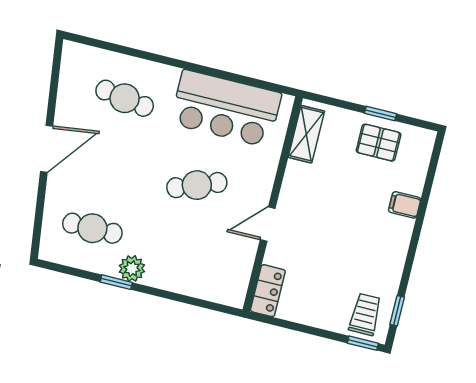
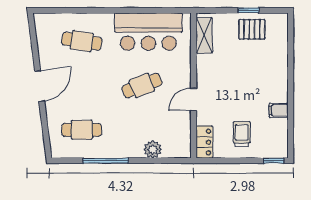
filing cabinet: (405, 205) -> (279, 110), moved
plant: (132, 269) -> (153, 149), moved
window: (116, 282) -> (106, 161), width x2.17
window: (397, 311) -> (291, 134), removed
trolley: (365, 314) -> (242, 134), moved

